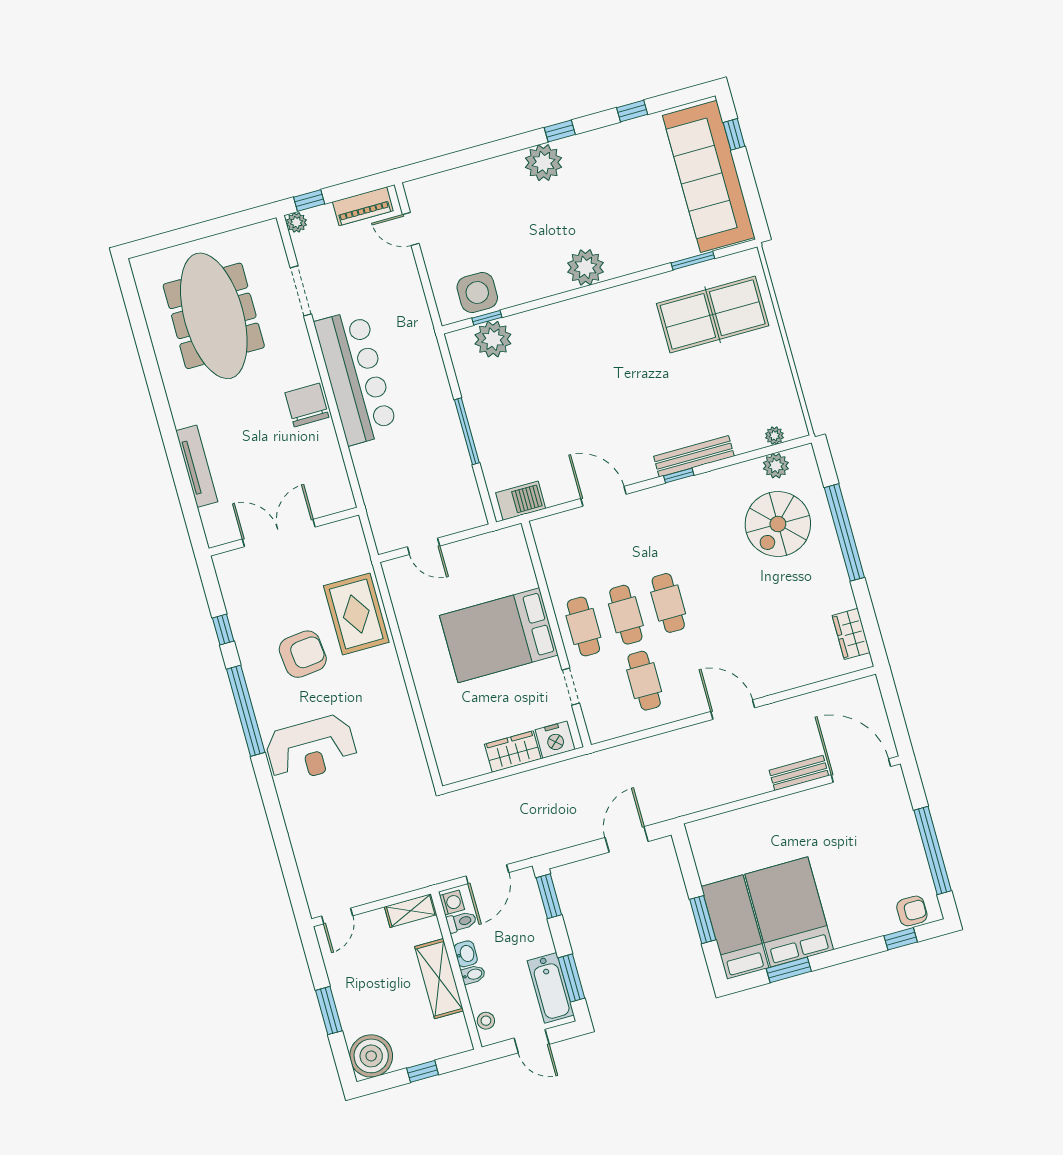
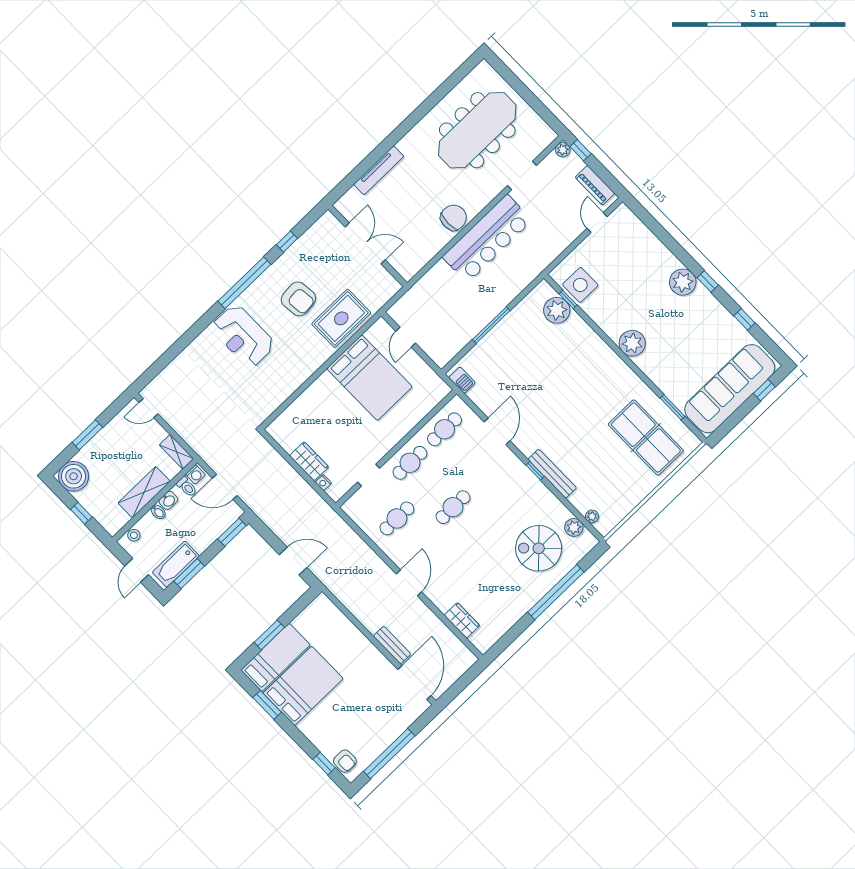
barbecue: (521, 501) -> (462, 380), width x0.73, depth x0.79
cafe table: (626, 615) -> (445, 429), moved
wardrobe: (851, 634) -> (462, 620), moved, turned 90
bed: (499, 635) -> (370, 378), moved, turned 180
nightstand: (555, 740) -> (323, 483), width x0.53, depth x0.56

